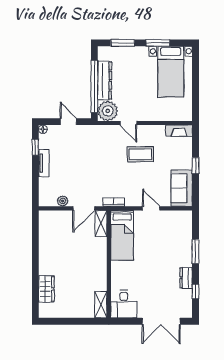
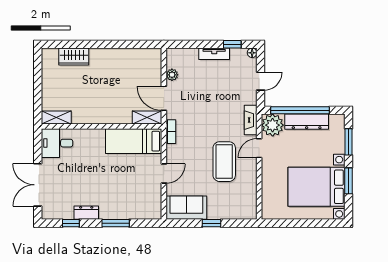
bed with nightstands: (171, 72) -> (316, 187), width x1.36
fireplace: (179, 131) -> (251, 120), moved
coffee table: (140, 154) -> (224, 162), width x1.36, depth x1.32

